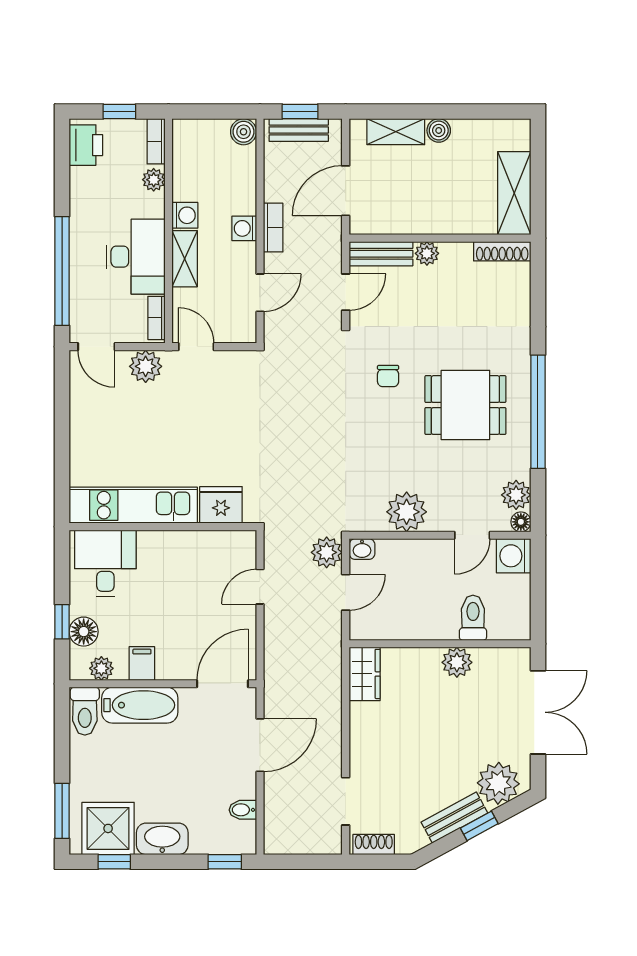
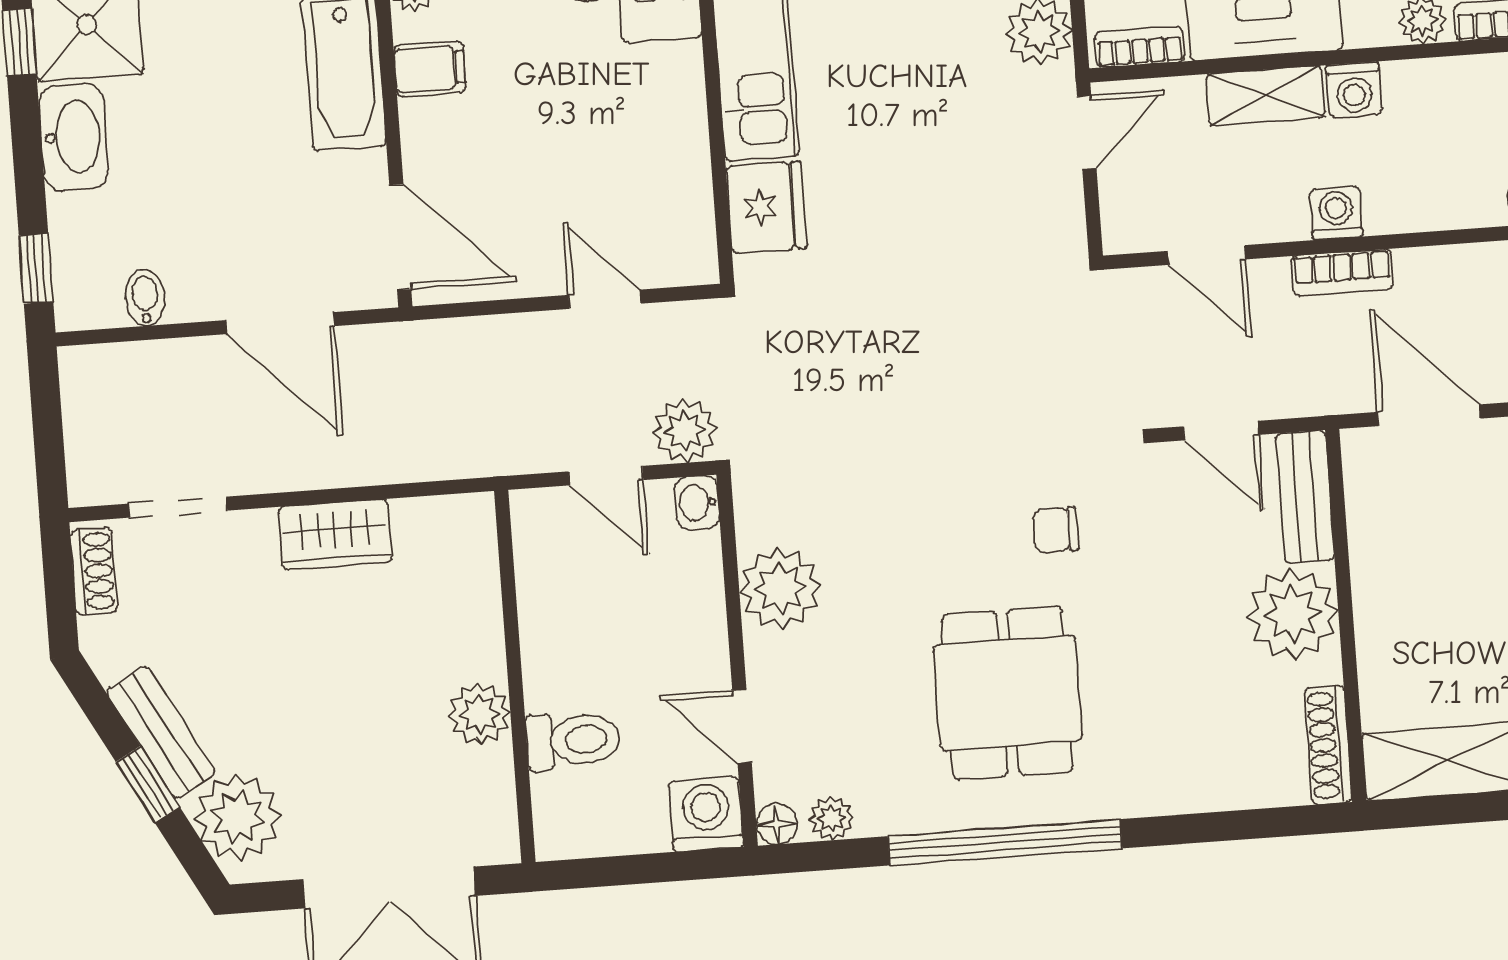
plant: (427, 253) -> (1293, 614), width x1.88, depth x1.88
plant: (516, 495) -> (832, 818), width x0.73, depth x0.73
wardrobe: (365, 674) -> (335, 535), moved

